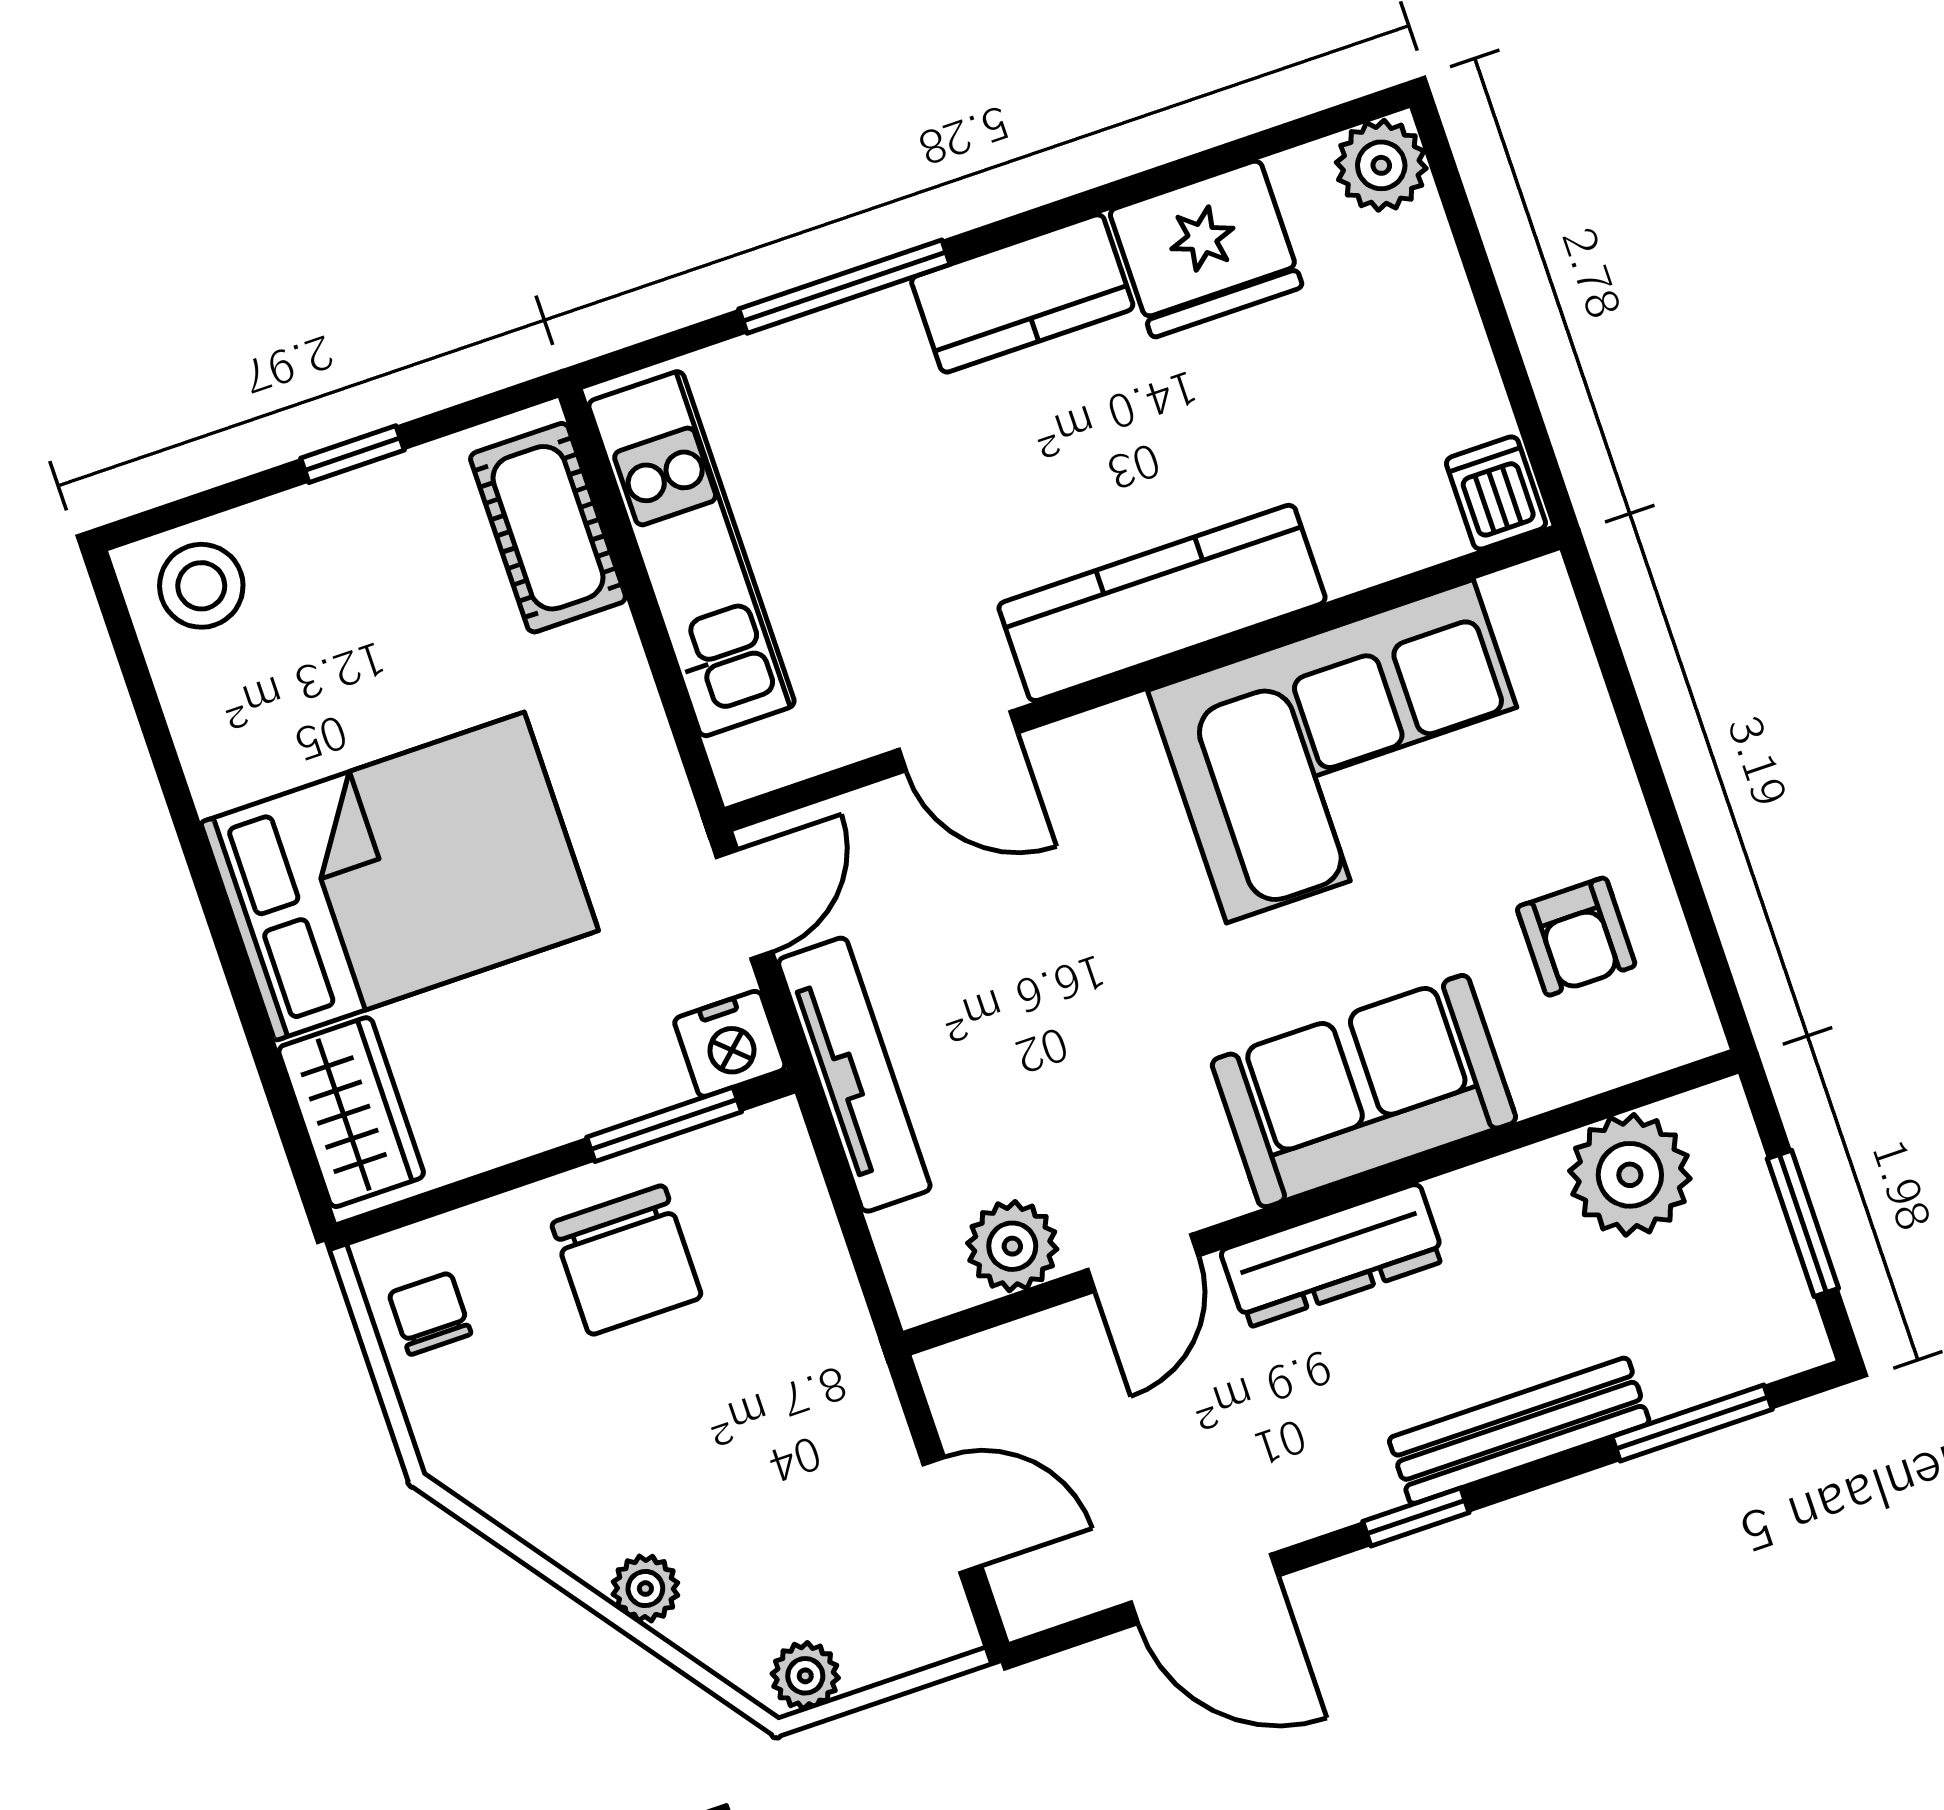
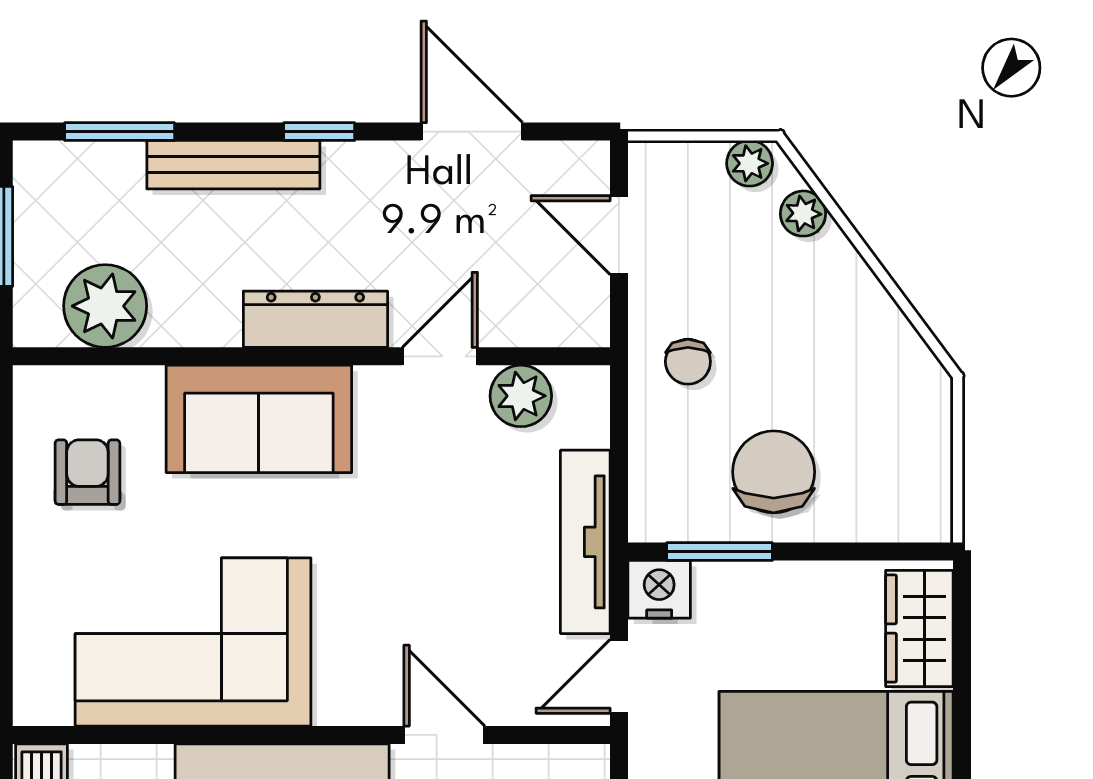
chair: (430, 1314) -> (688, 362), moved
plant: (645, 1589) -> (803, 214), moved

